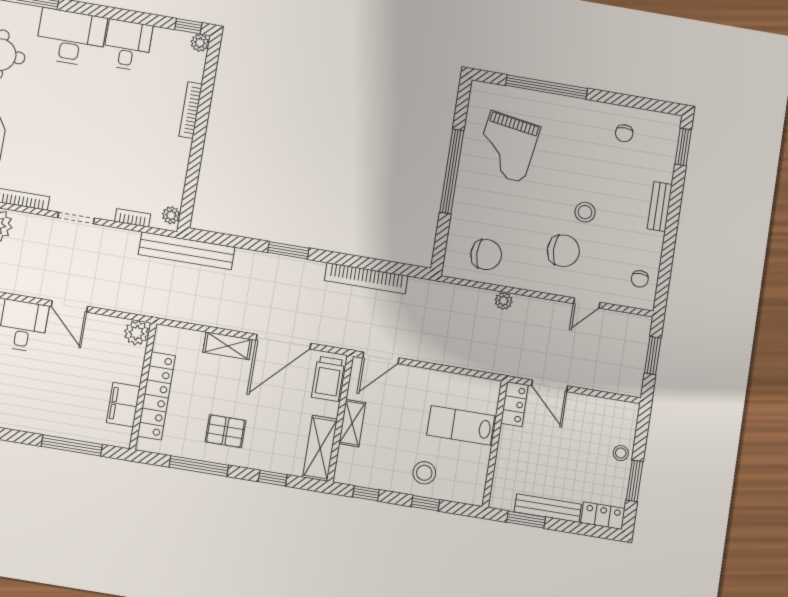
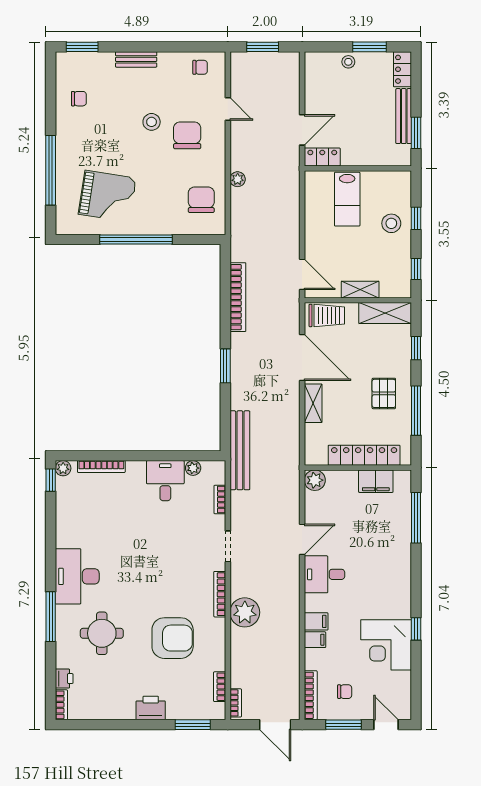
desk: (127, 45) -> (165, 481), moved, turned 90
bookcase: (191, 110) -> (101, 467), moved
plant: (171, 215) -> (193, 468), moved

